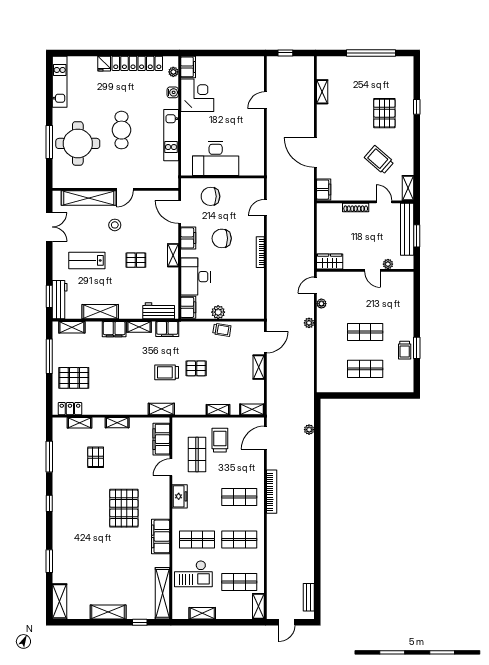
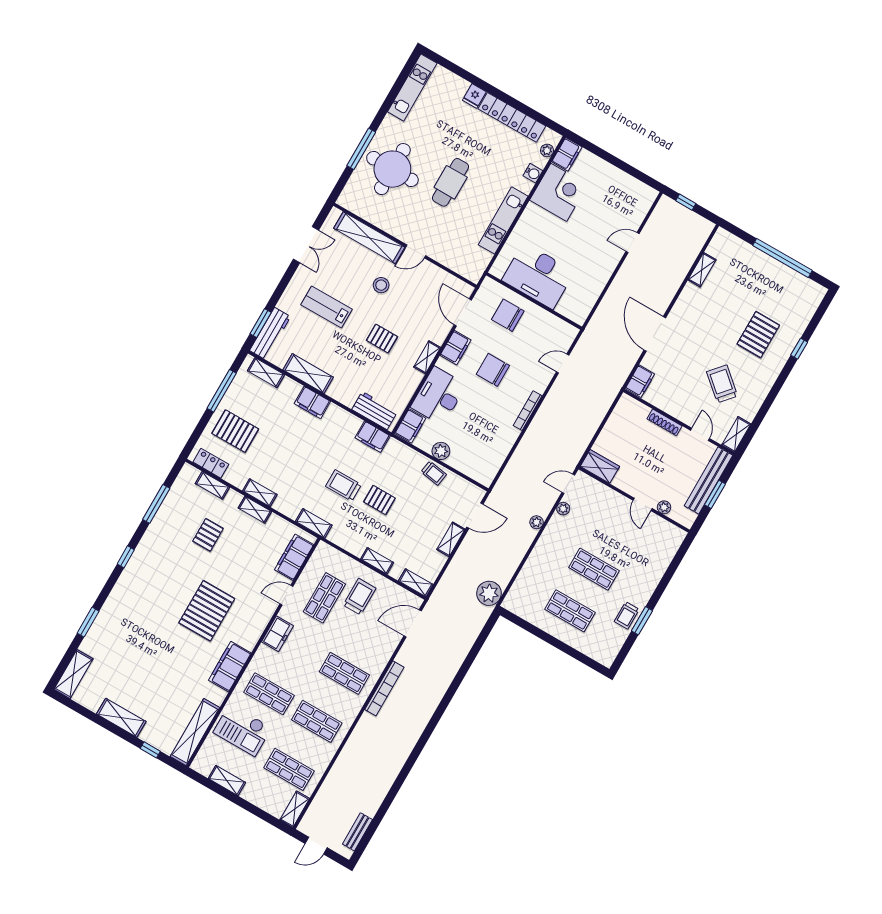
shelving: (139, 327) -> (260, 493), moved
plant: (309, 430) -> (489, 593), moved, width x1.88, depth x1.88

